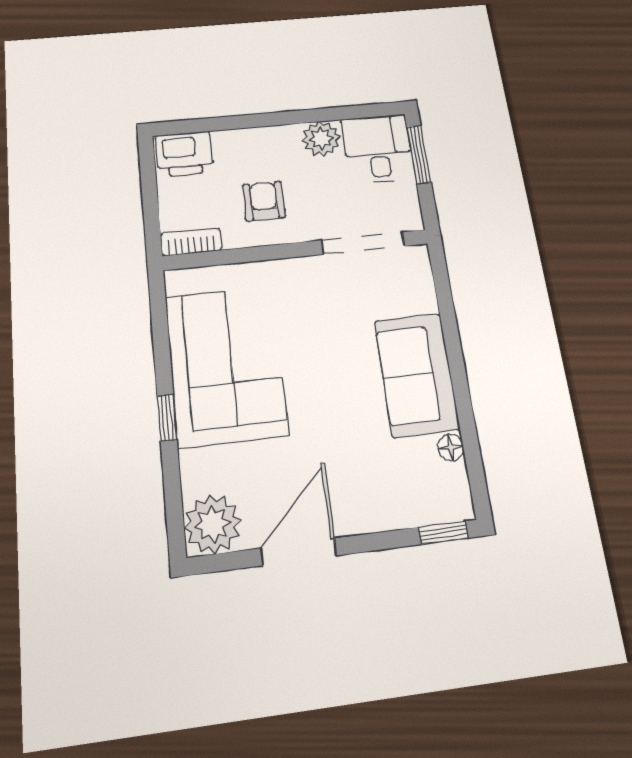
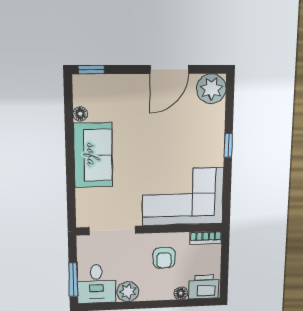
floor lamp: (226, 141) -> (181, 293), added
corner sofa: (226, 365) -> (183, 197), moved, turned 90

